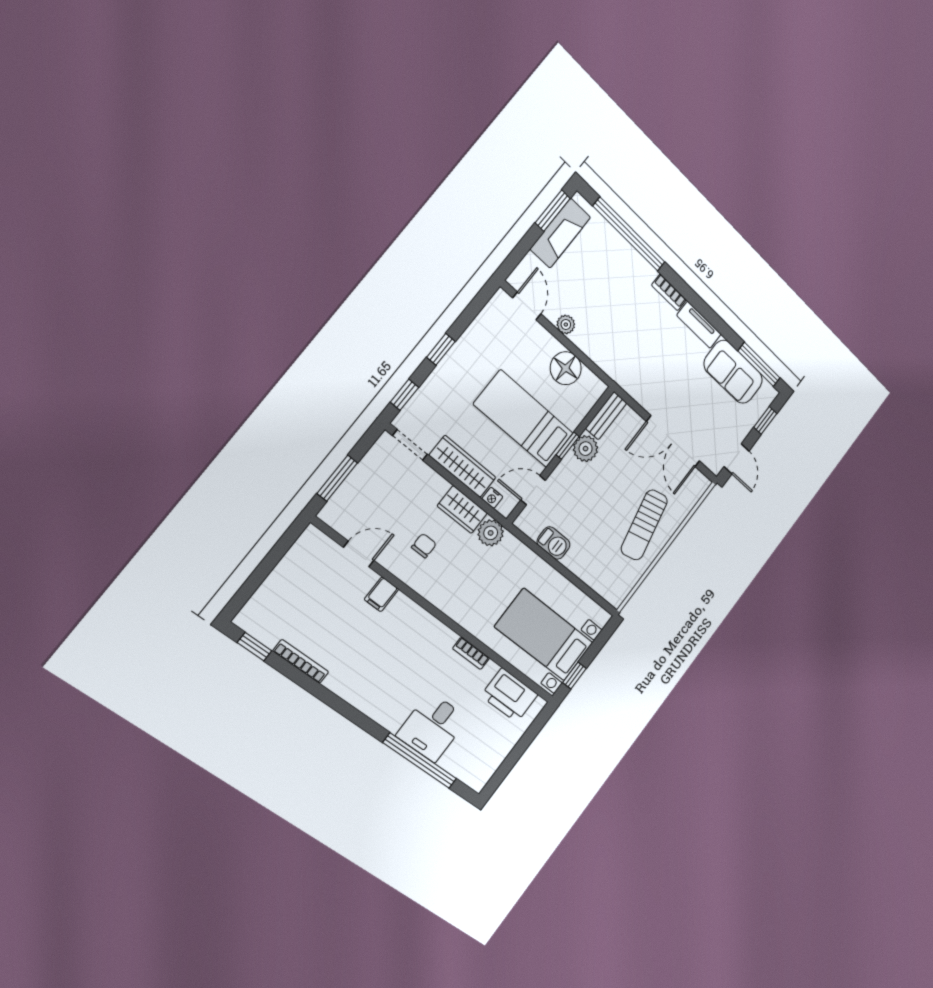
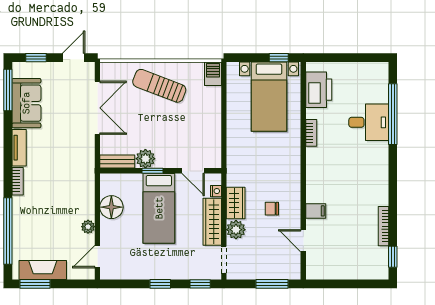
sun lounger: (644, 525) -> (159, 86), turned -146
plant: (491, 533) -> (236, 230), moved
barbecue: (554, 543) -> (213, 74), moved

